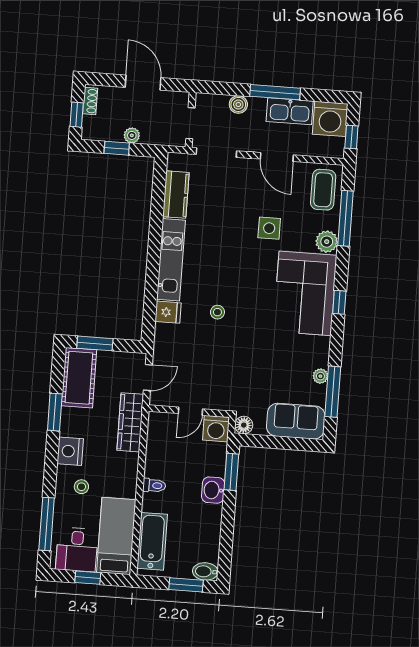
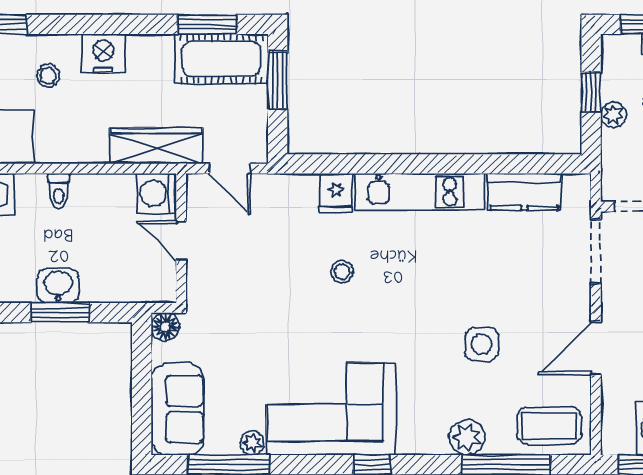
corner sofa: (305, 293) -> (331, 409), moved
window: (55, 412) -> (207, 24), moved
washing machine: (216, 429) -> (156, 193), moved
window: (231, 472) -> (60, 313), moved

